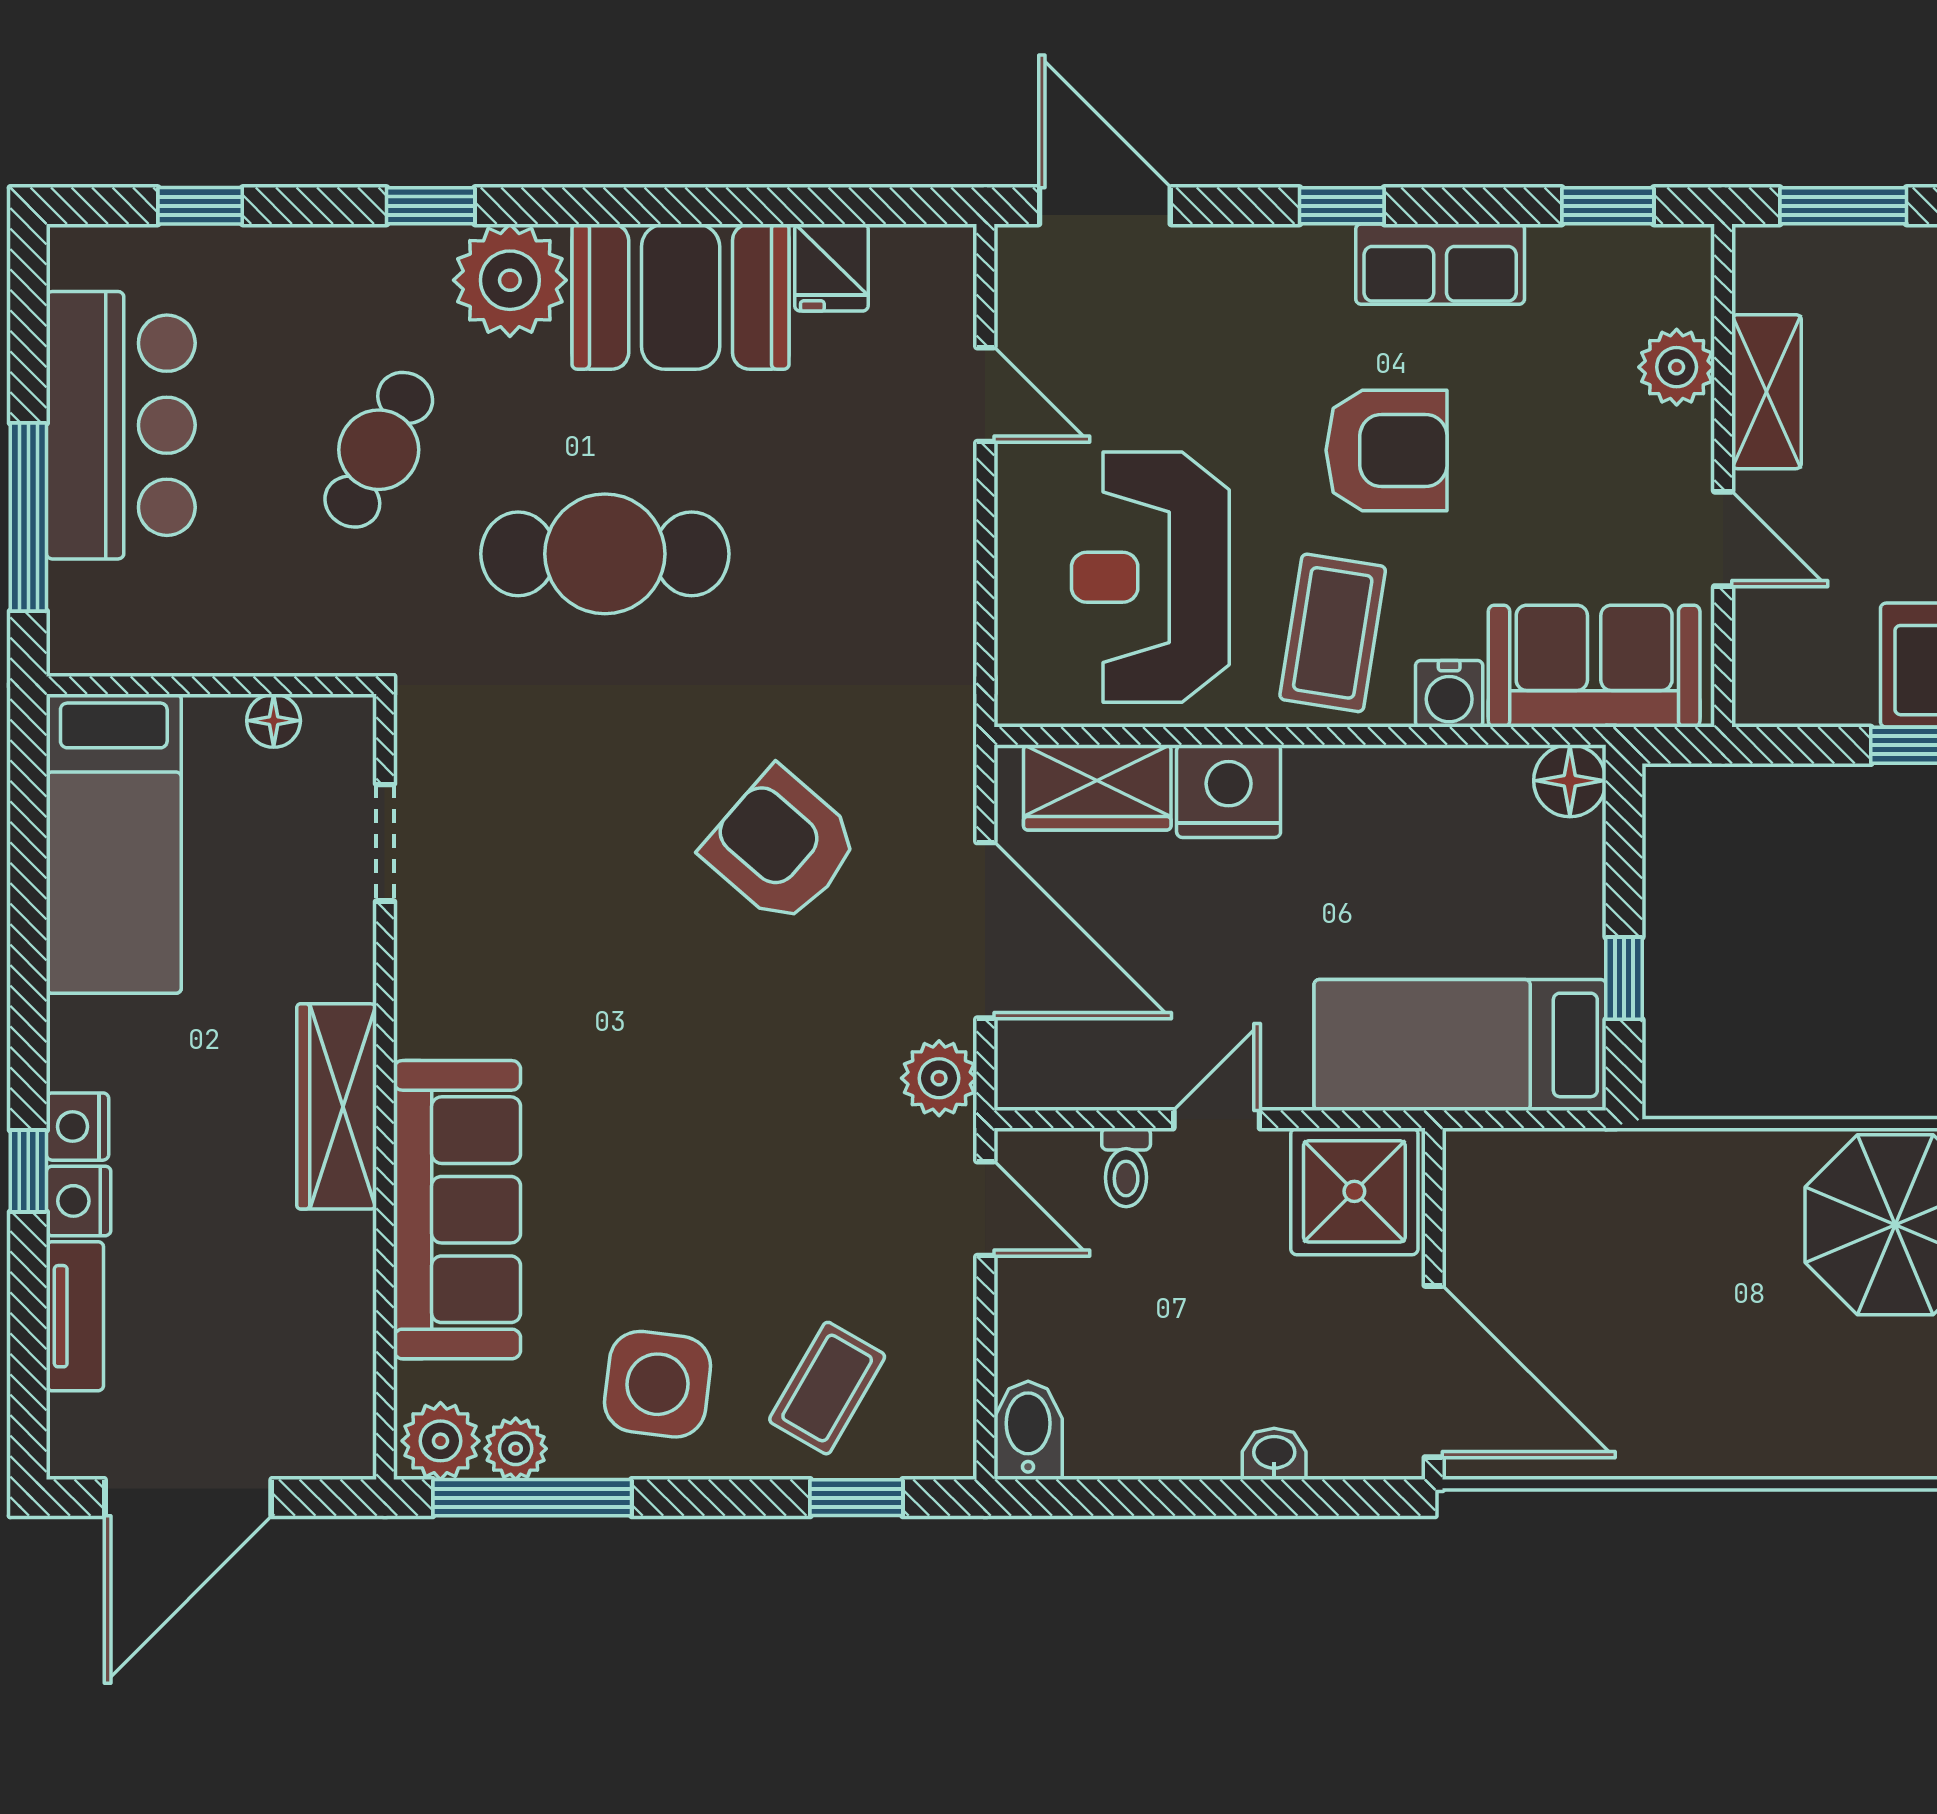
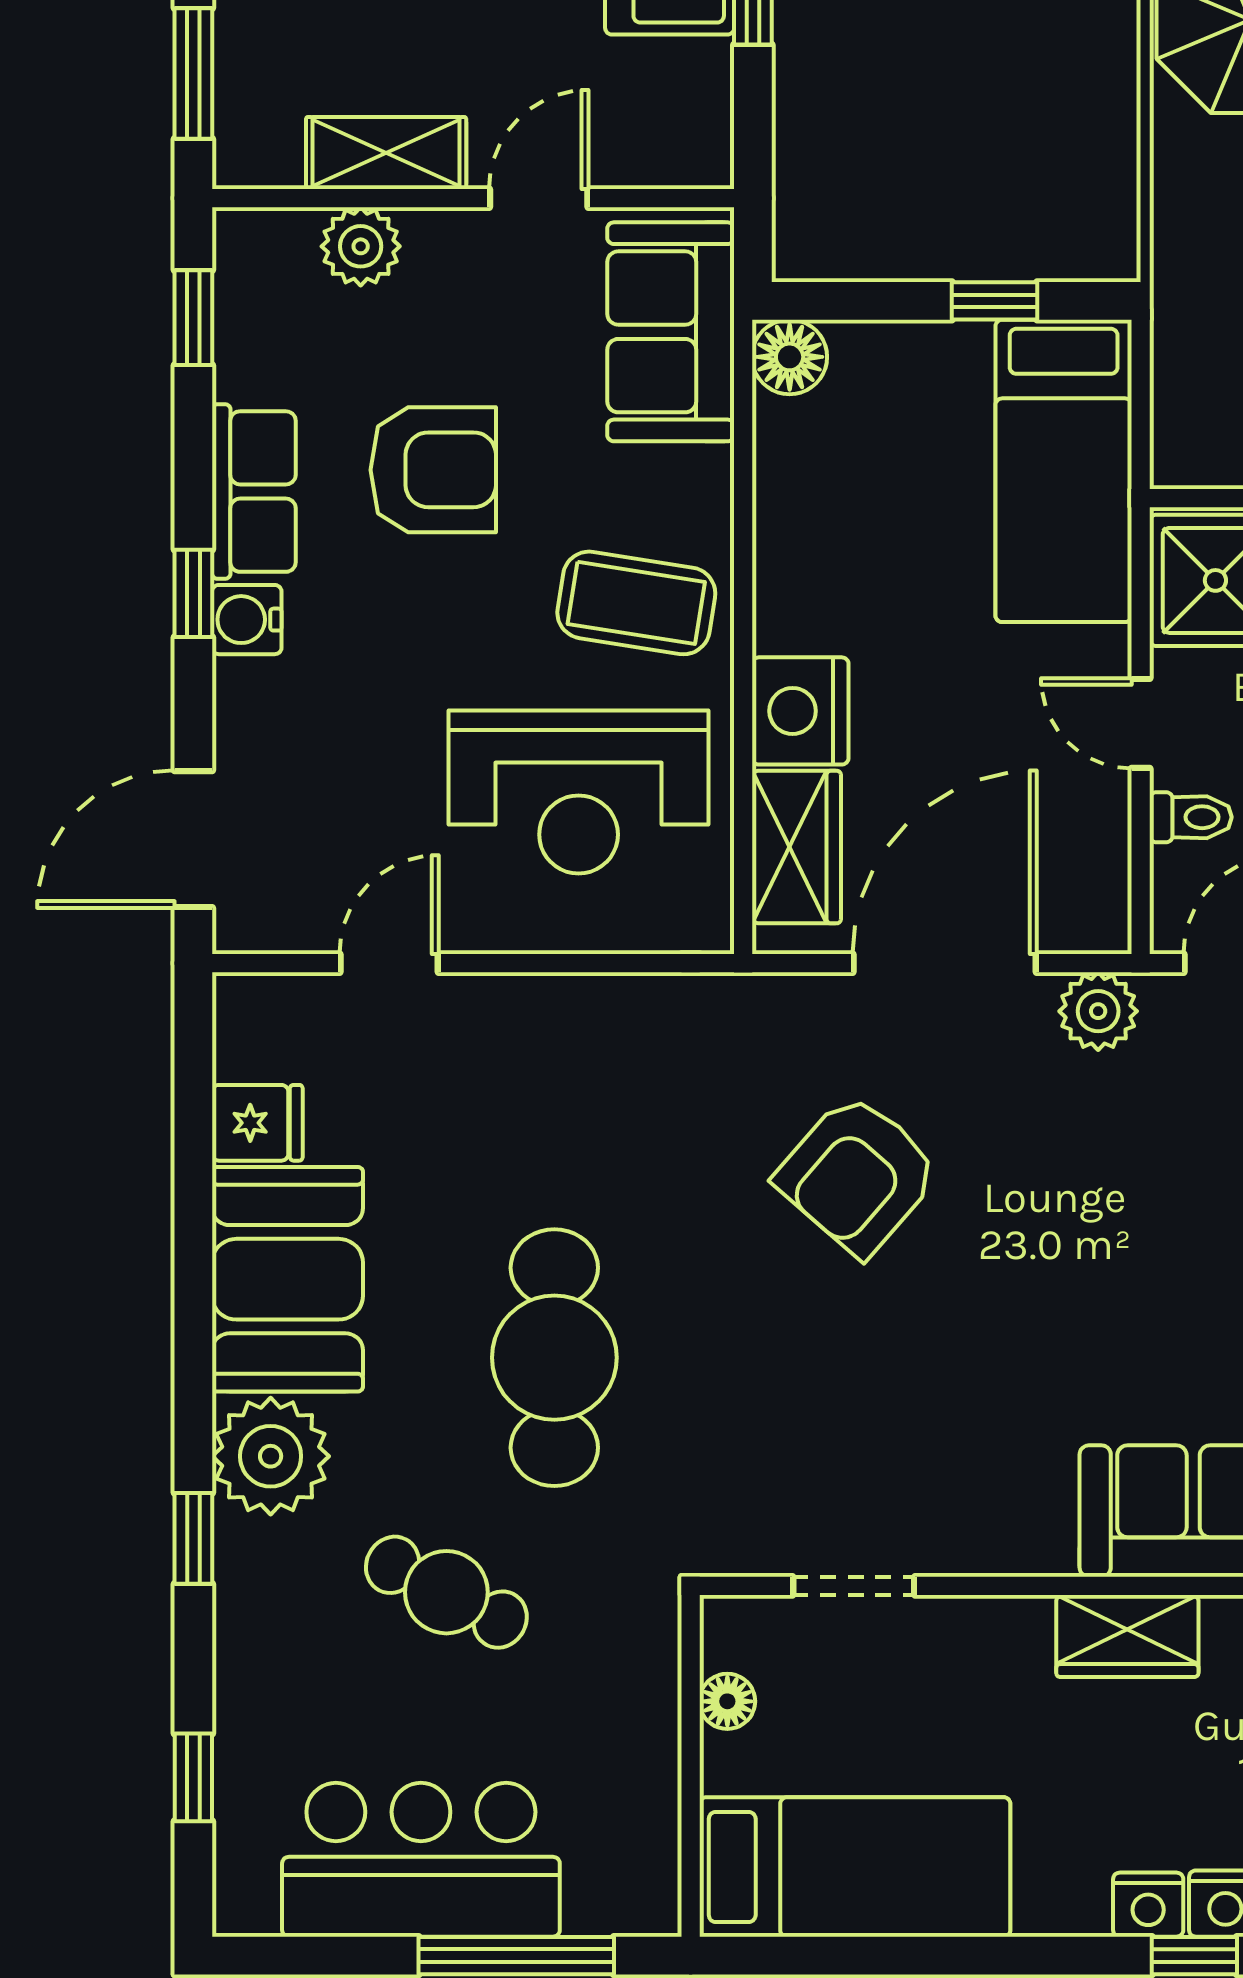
armchair: (1386, 450) -> (433, 470), moved, turned 90
water cooler: (1449, 694) -> (247, 620), moved, turned 180
wardrobe: (337, 1106) -> (1127, 1636), width x0.67

